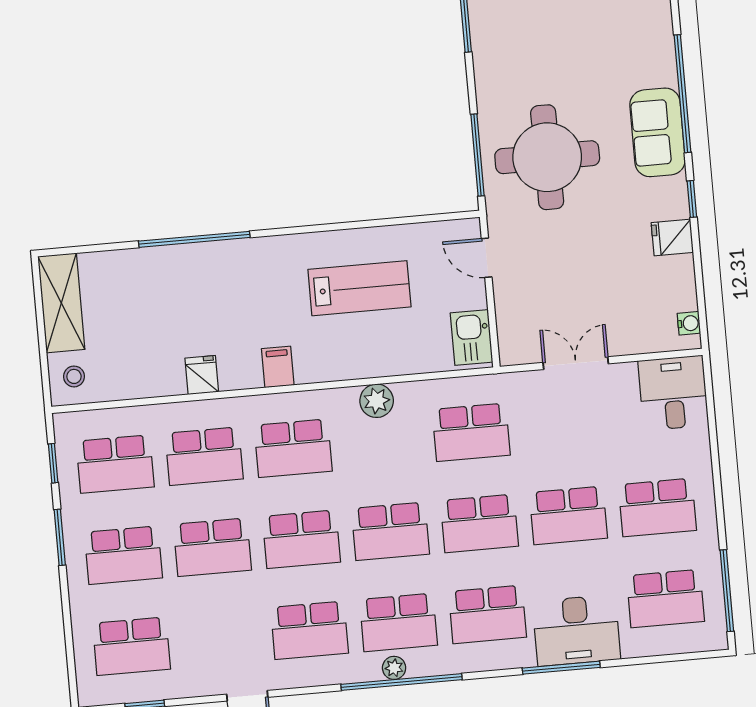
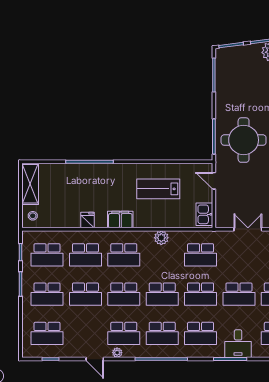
lab bench: (359, 288) -> (158, 189), turned 180
filing cabinet: (278, 367) -> (120, 219), width x2.00
desk: (576, 630) -> (238, 344), width x0.73
plant: (394, 668) -> (117, 353), moved

